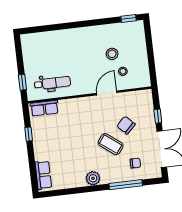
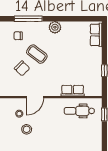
row of seats: (44, 108) -> (73, 91), moved

